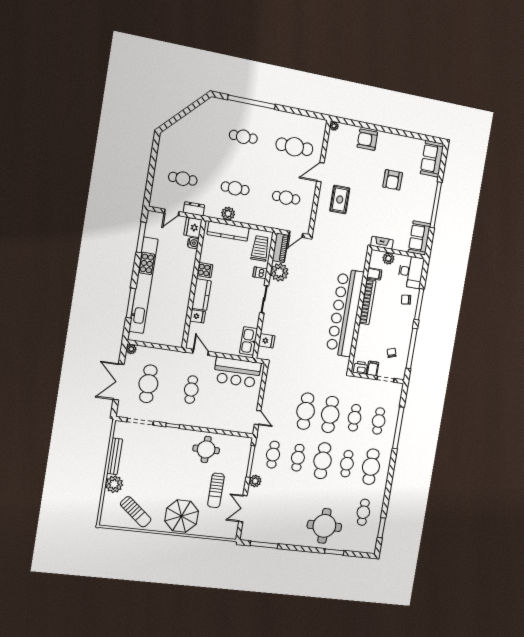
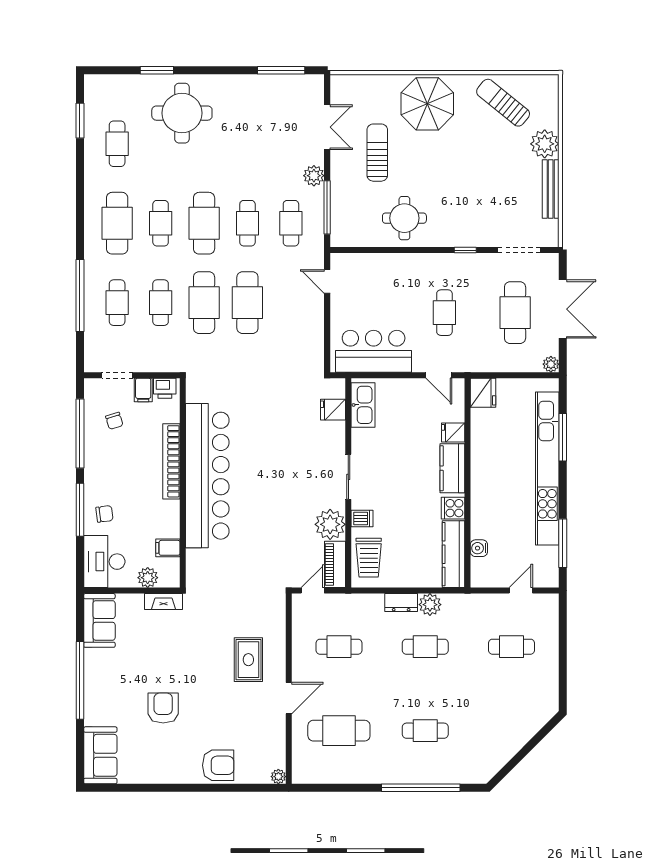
dresser: (194, 209) -> (401, 603), moved
fridge: (193, 227) -> (483, 393), moved
kitchen counter: (228, 231) -> (453, 554), moved, turned -90
bookcase: (368, 302) -> (171, 461), moved

